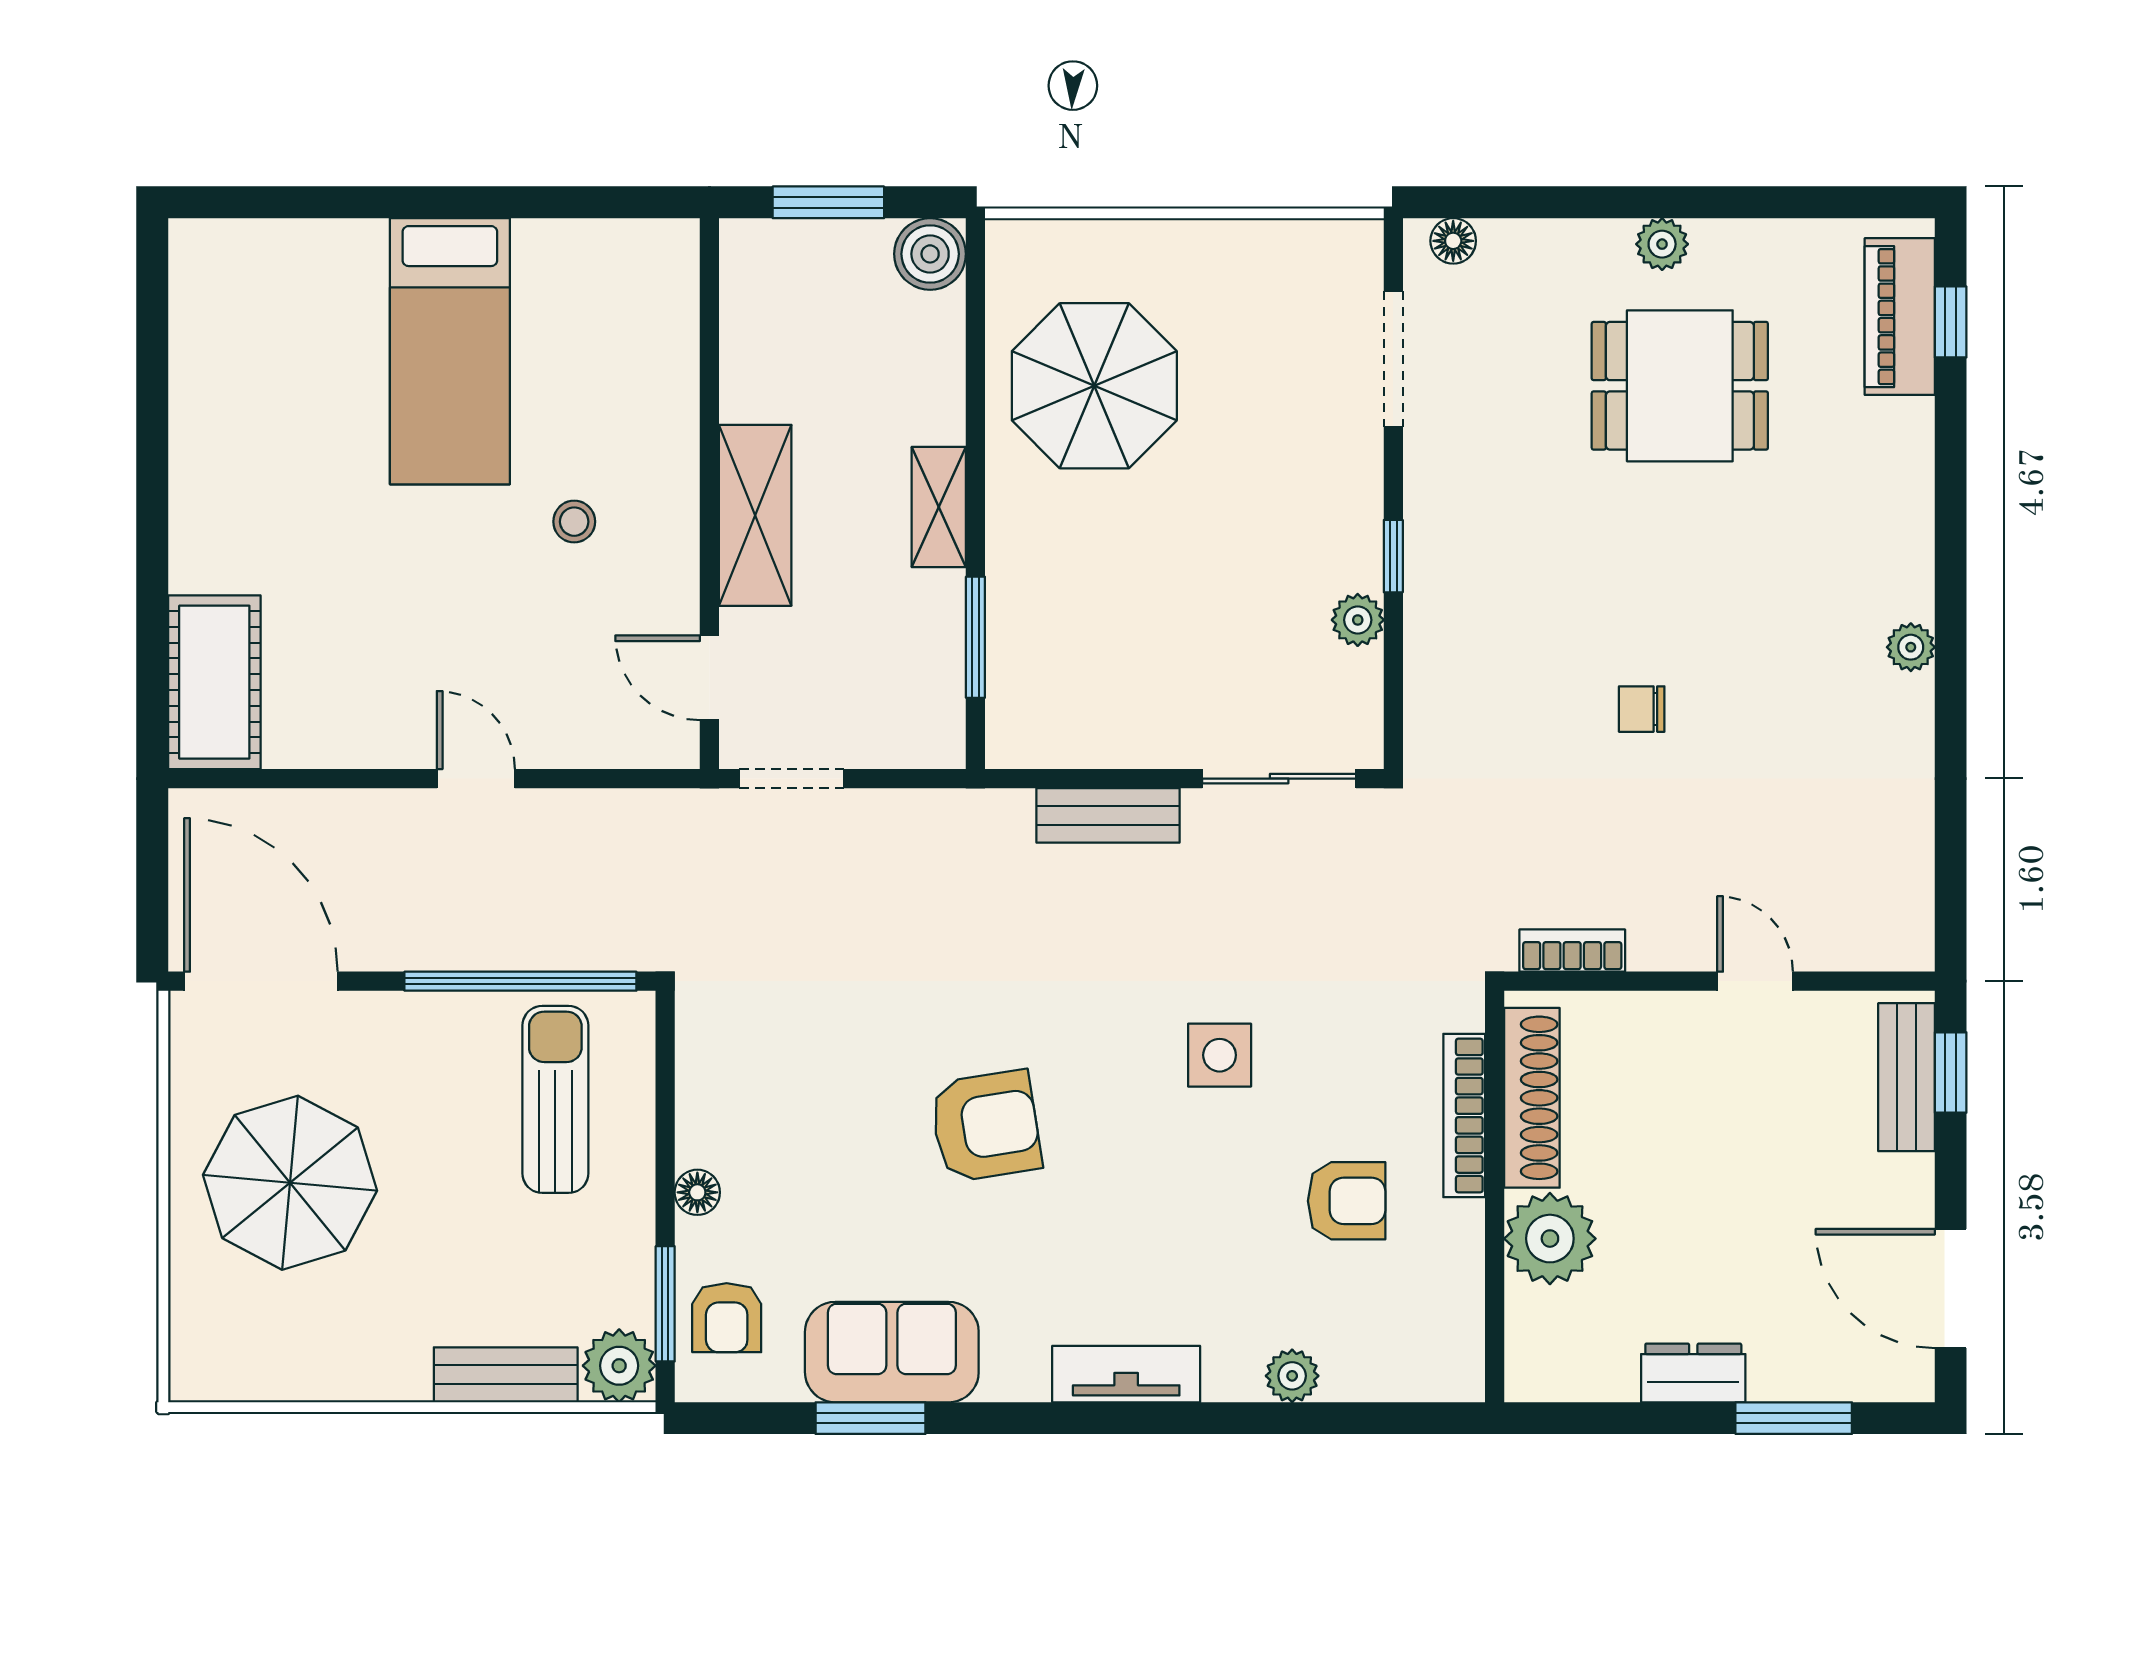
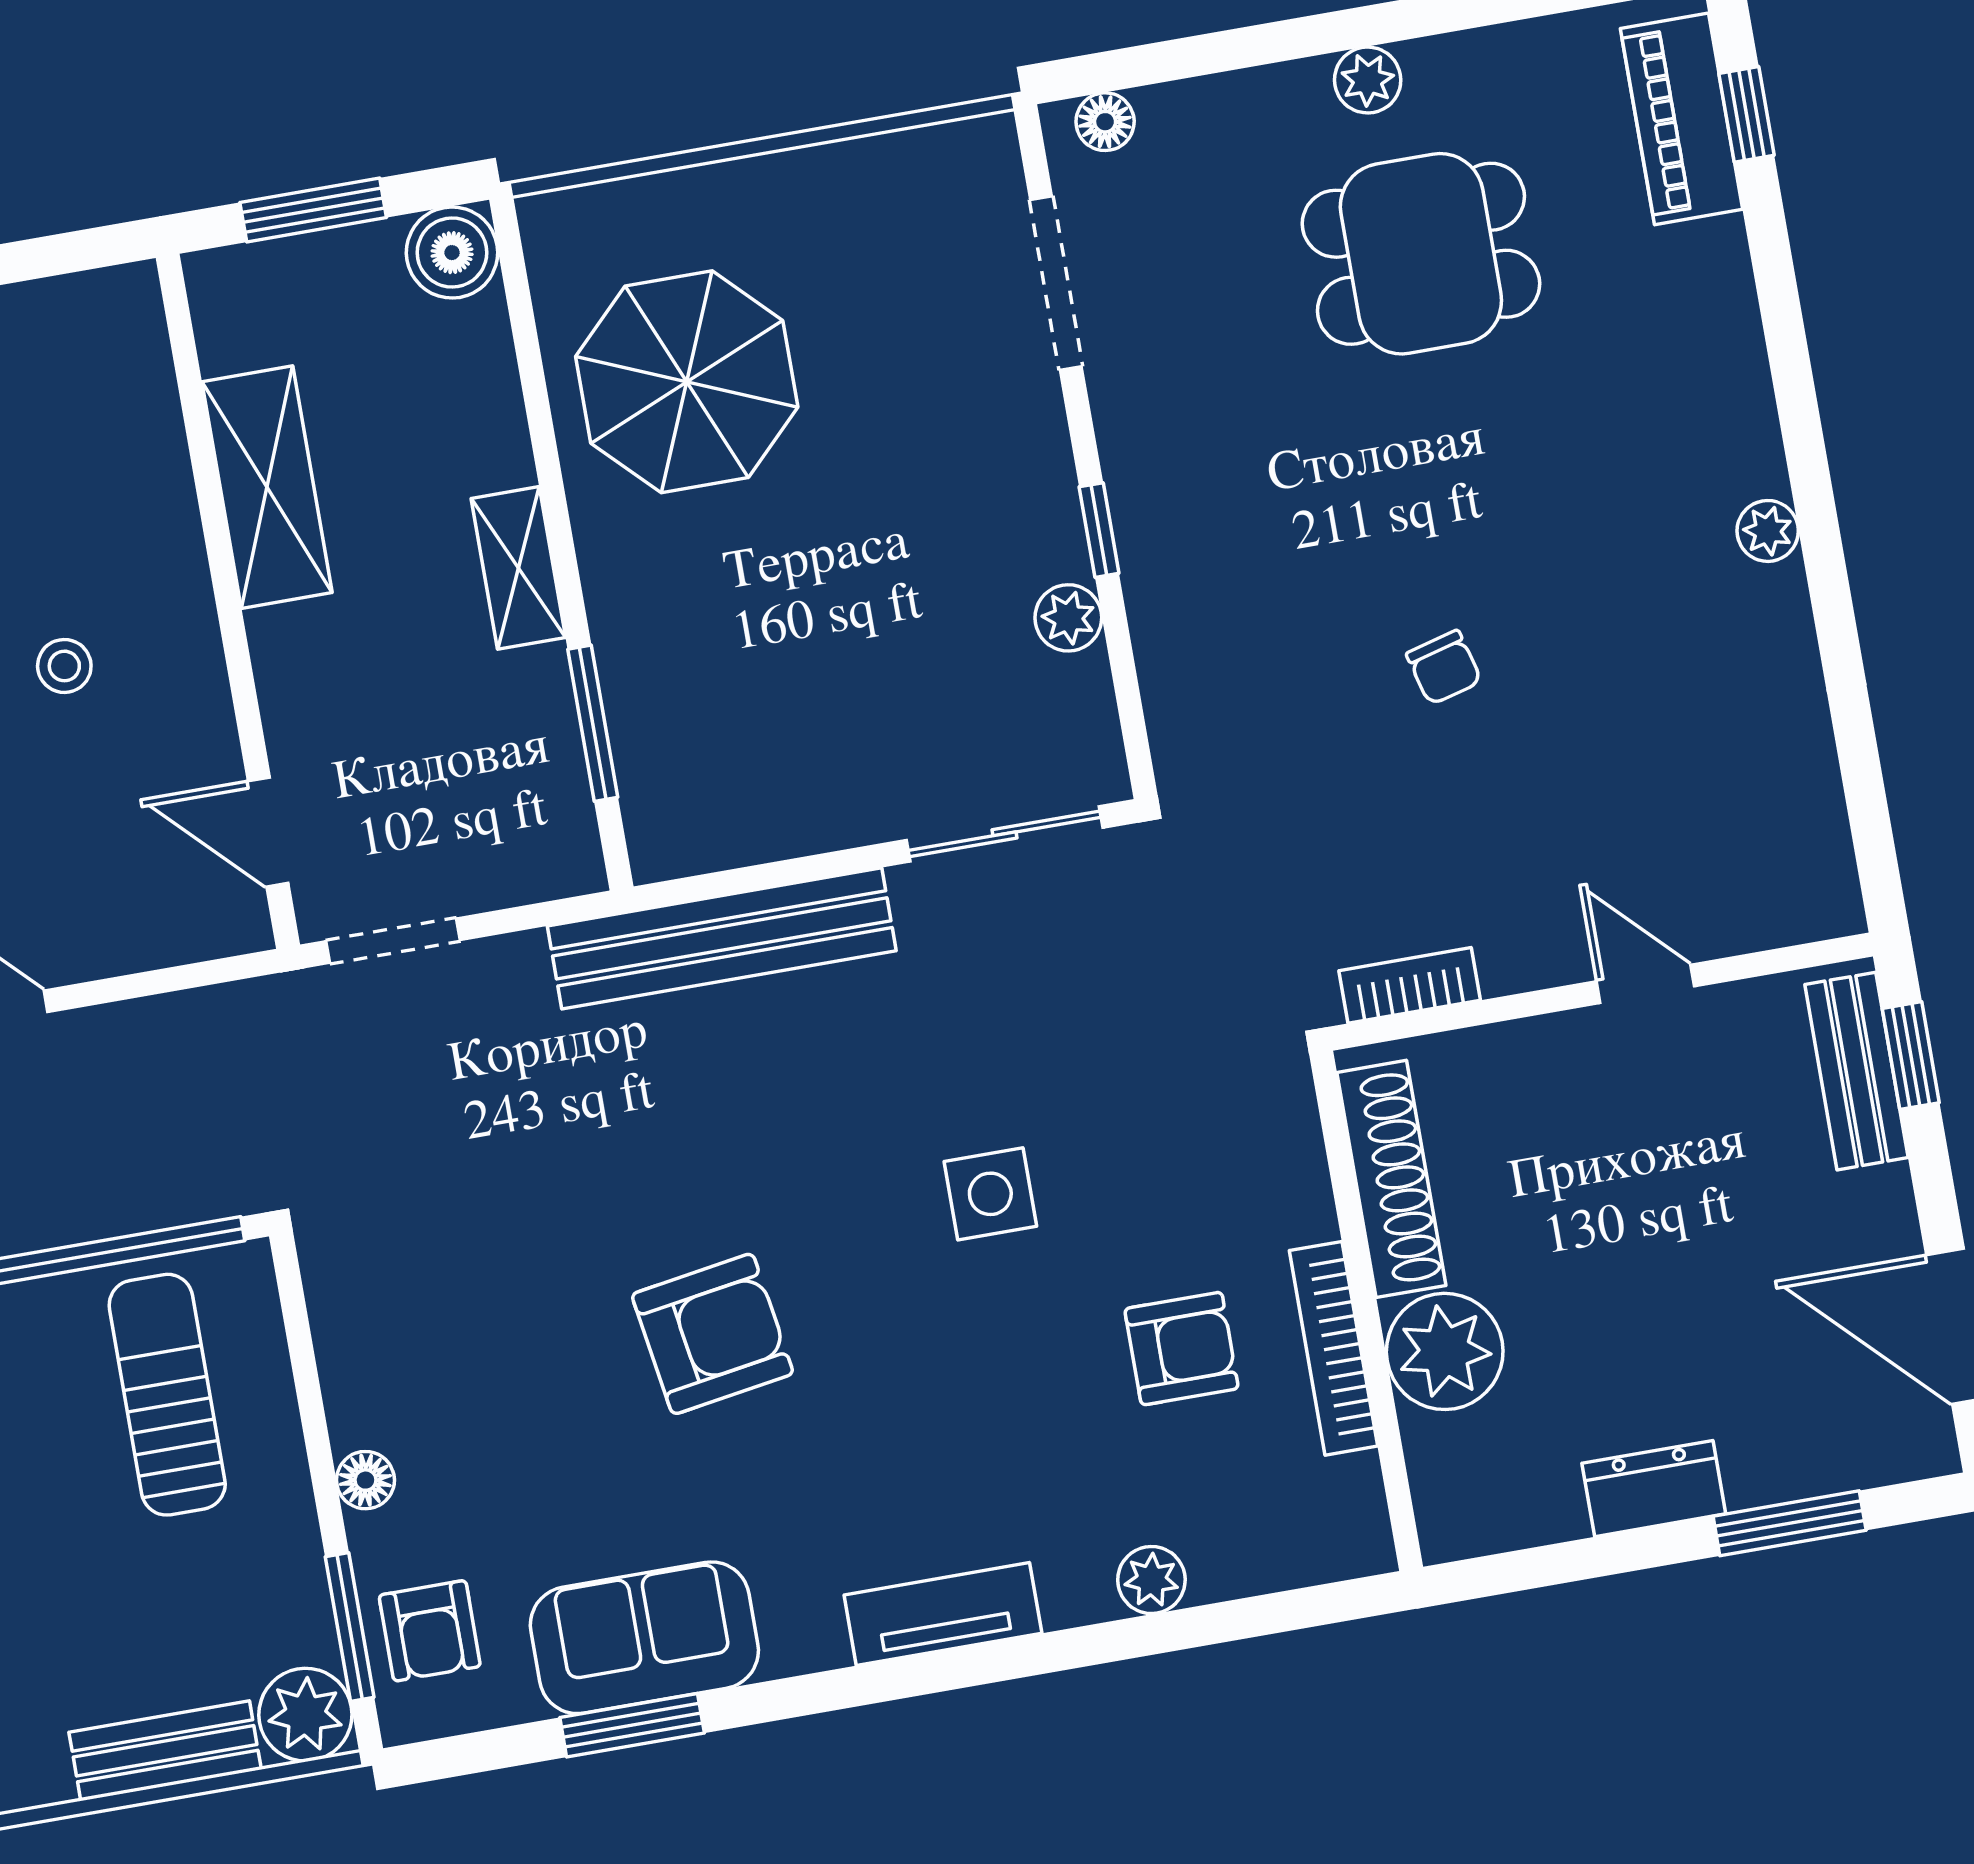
shelving: (755, 515) -> (267, 487), moved
chair: (1642, 709) -> (1444, 667), turned -105
bench: (1108, 815) -> (722, 938), width x1.86, depth x1.21
bookcase: (1464, 1116) -> (1333, 1348), moved

